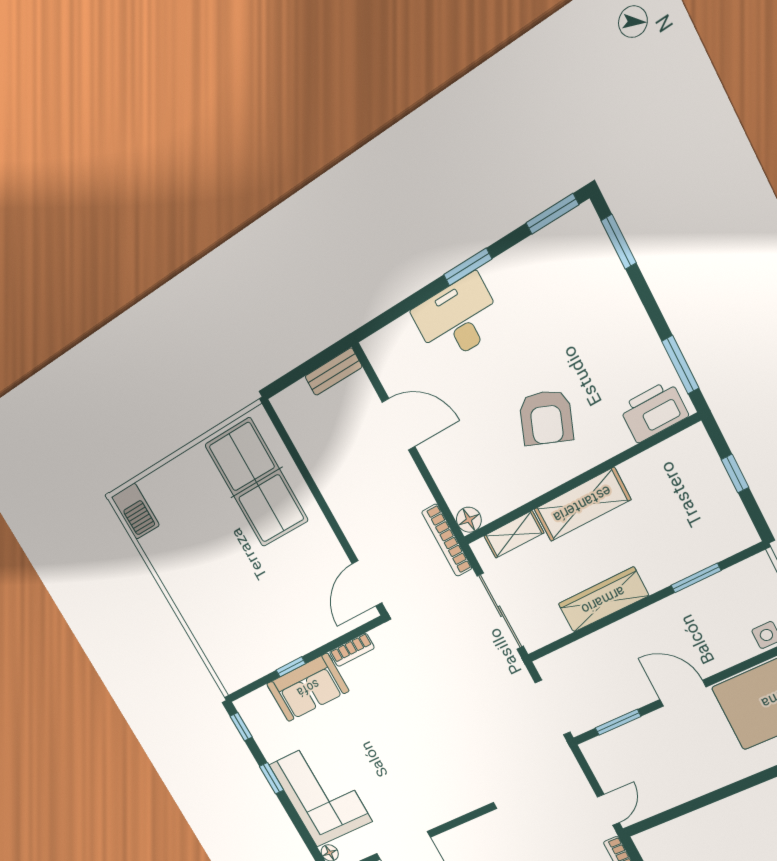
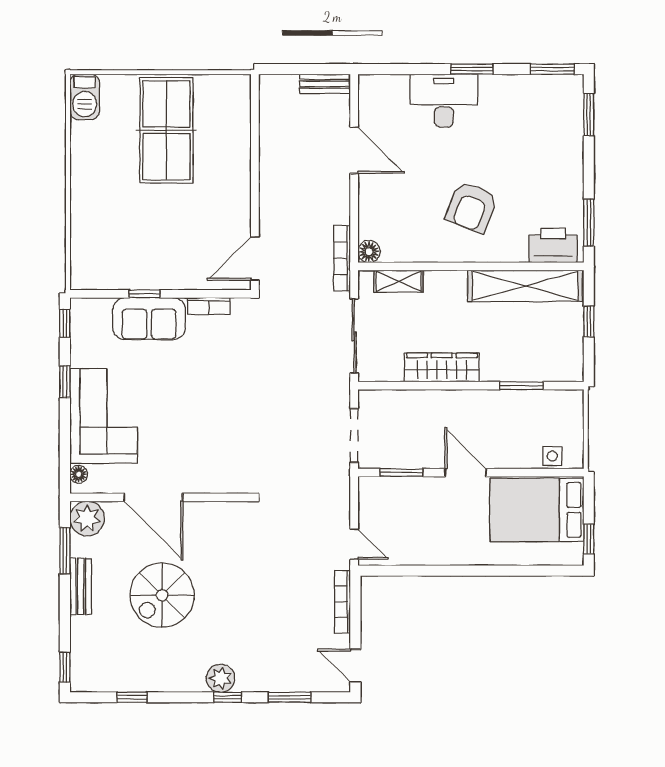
table tennis table: (257, 483) -> (166, 130), moved
shelving: (582, 504) -> (525, 286), moved, width x1.47
door: (608, 810) -> (354, 544), hinge flipped

